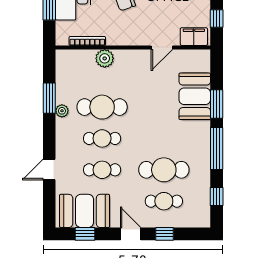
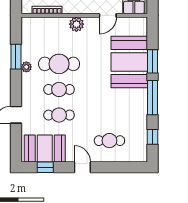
plant: (105, 58) -> (76, 24), moved
booth: (195, 96) -> (129, 62), width x1.36, depth x1.42
cafe table: (164, 170) -> (109, 115), removed
window: (165, 234) -> (110, 167), removed

